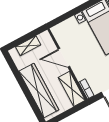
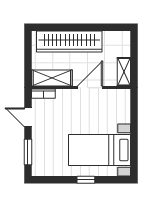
shelving: (28, 46) -> (124, 72), moved

